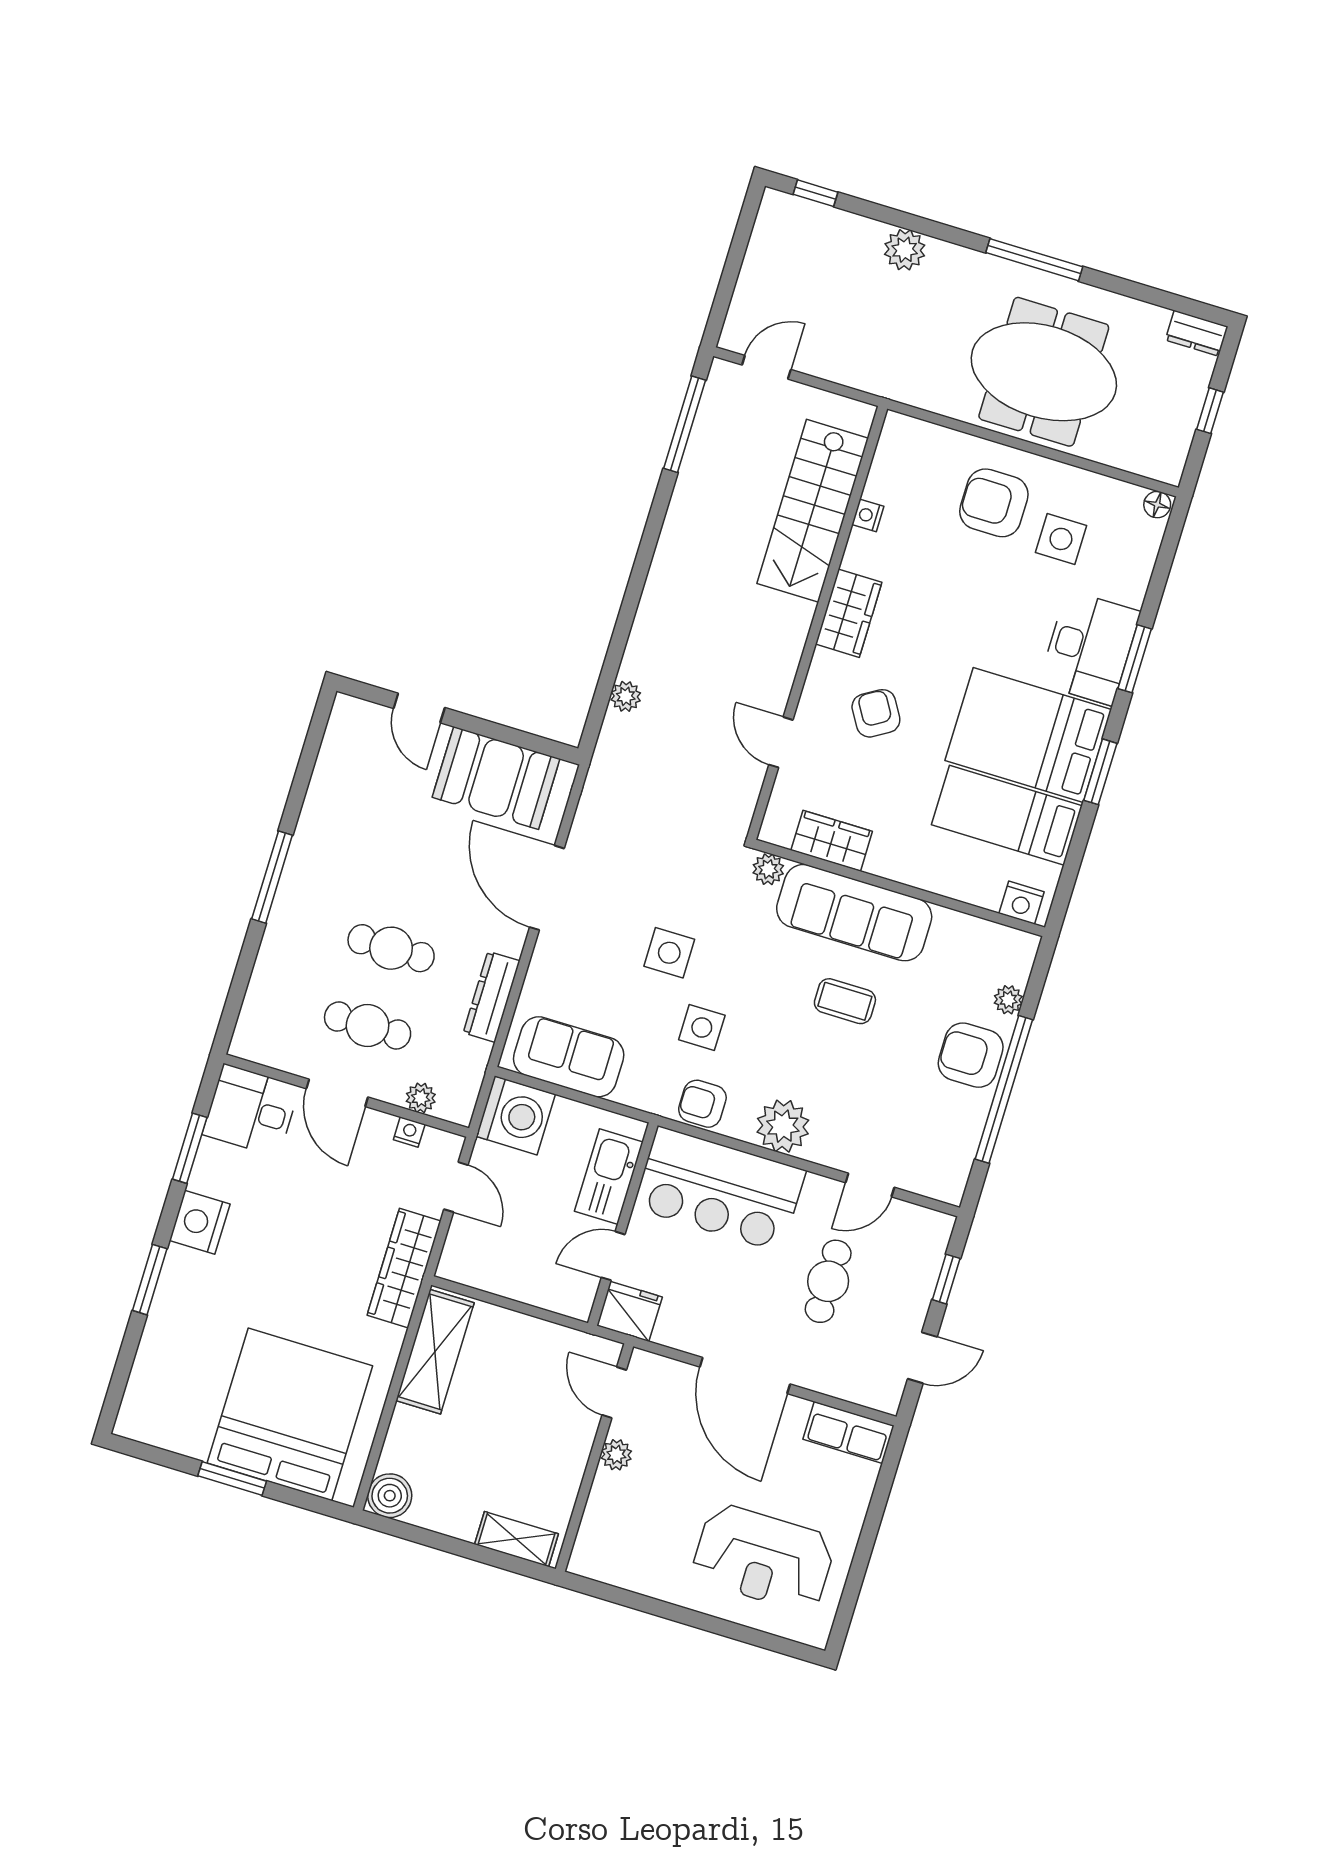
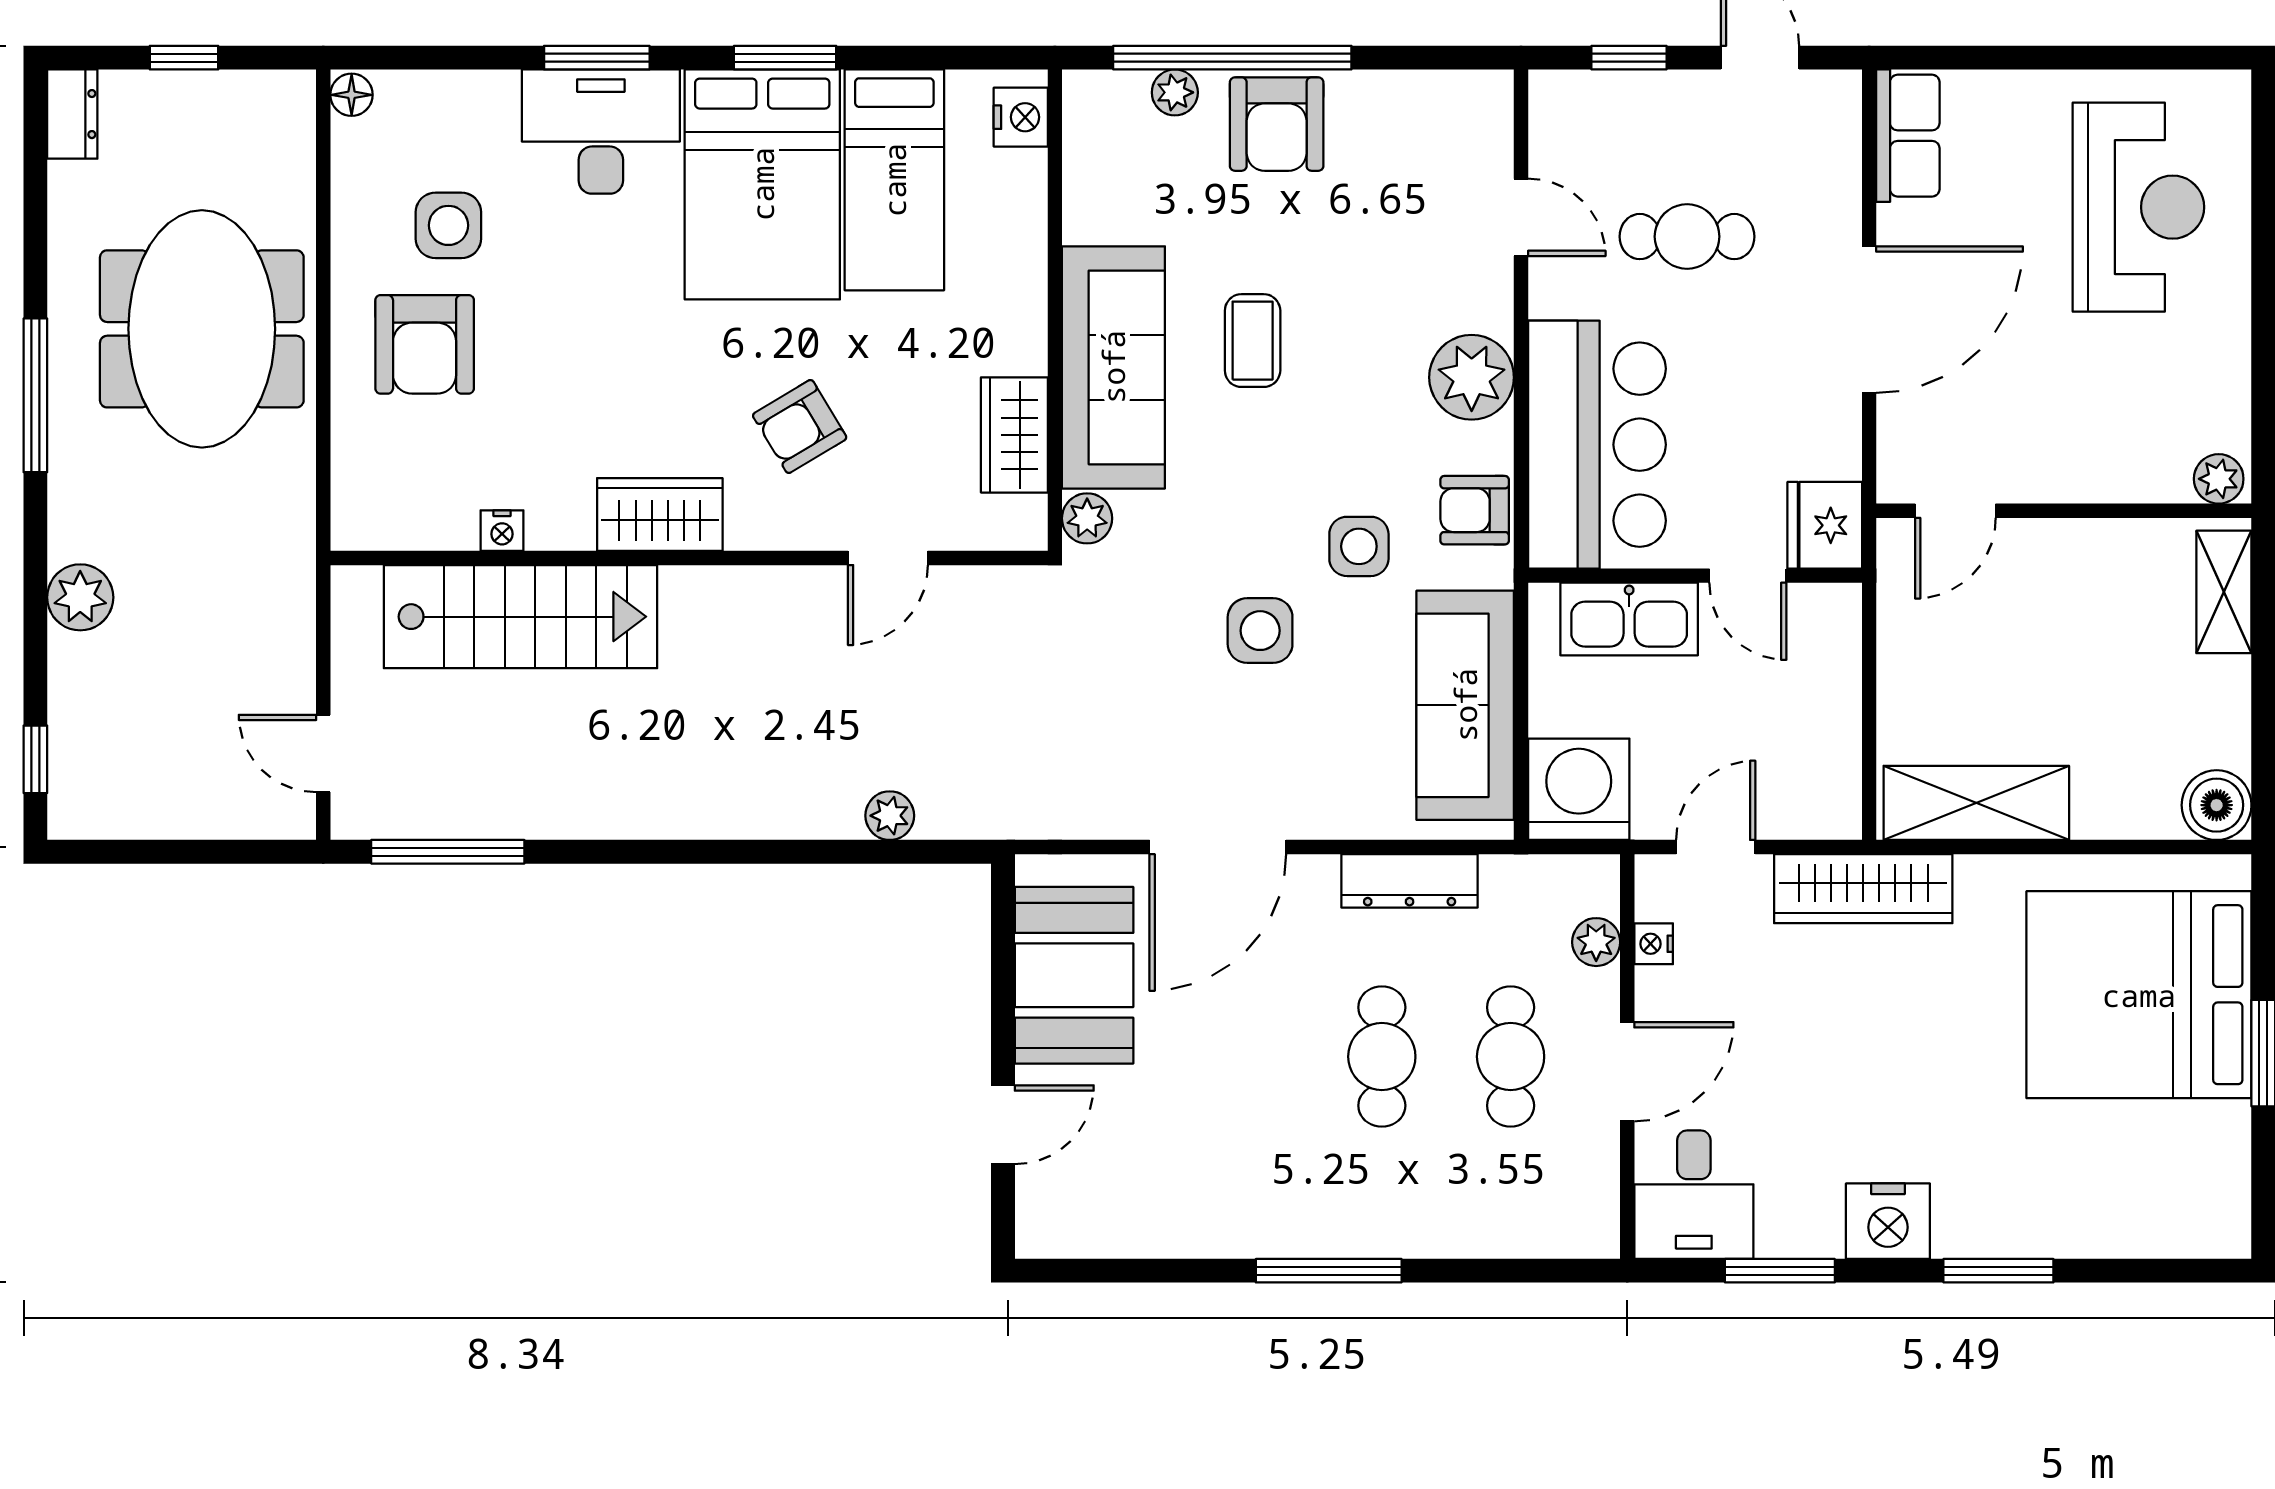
sofa: (569, 1057) -> (1465, 705), width x1.36
window: (1004, 1089) -> (1232, 58), moved
armchair: (702, 1104) -> (1475, 510), turned 90
plant: (616, 1455) -> (2219, 479), moved

